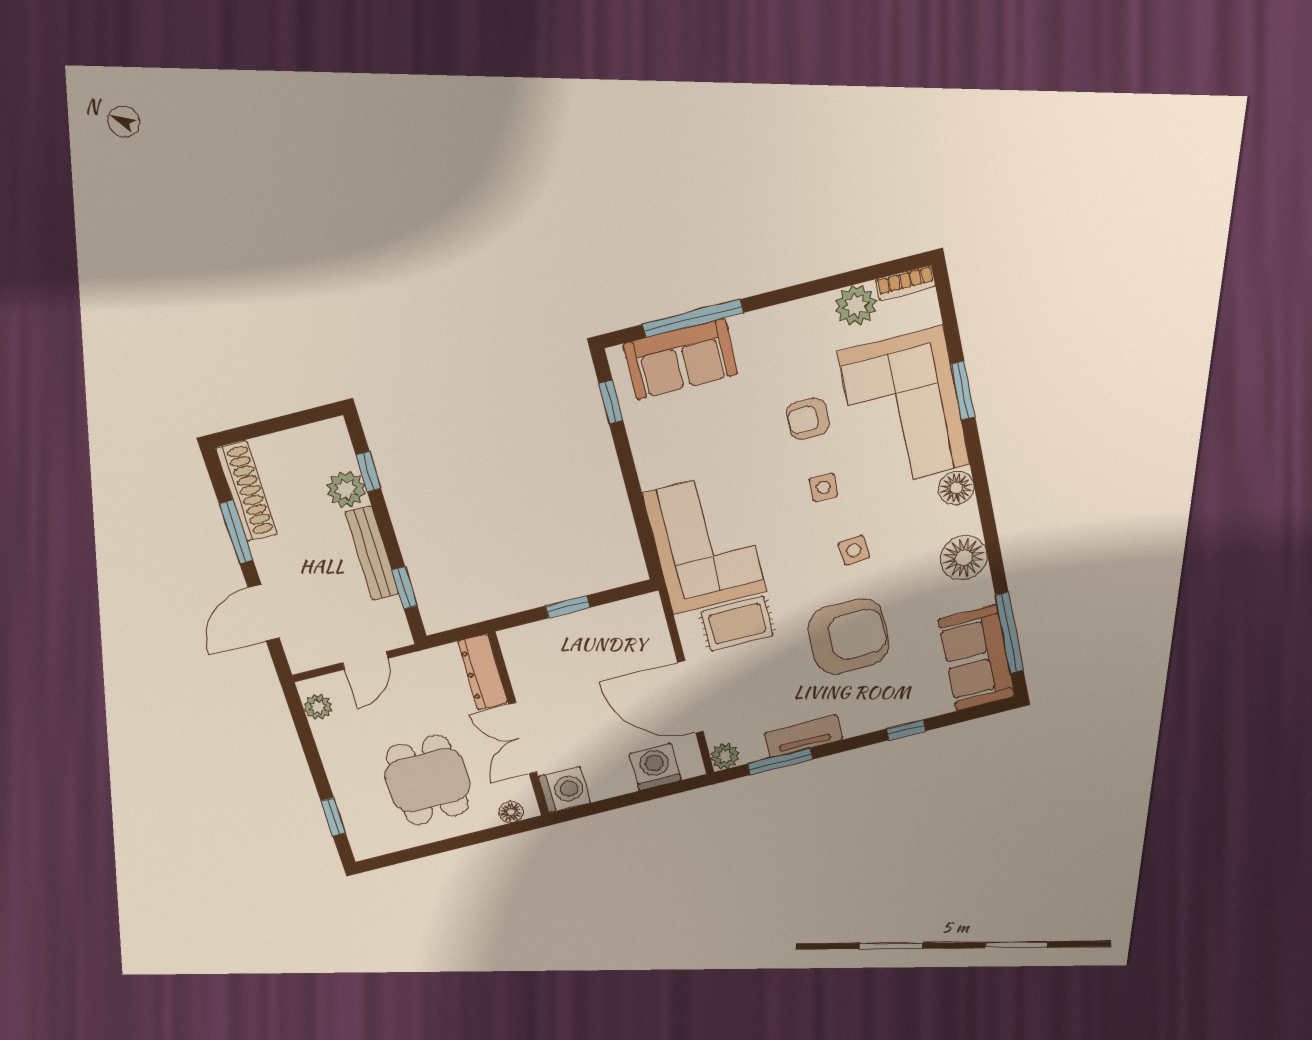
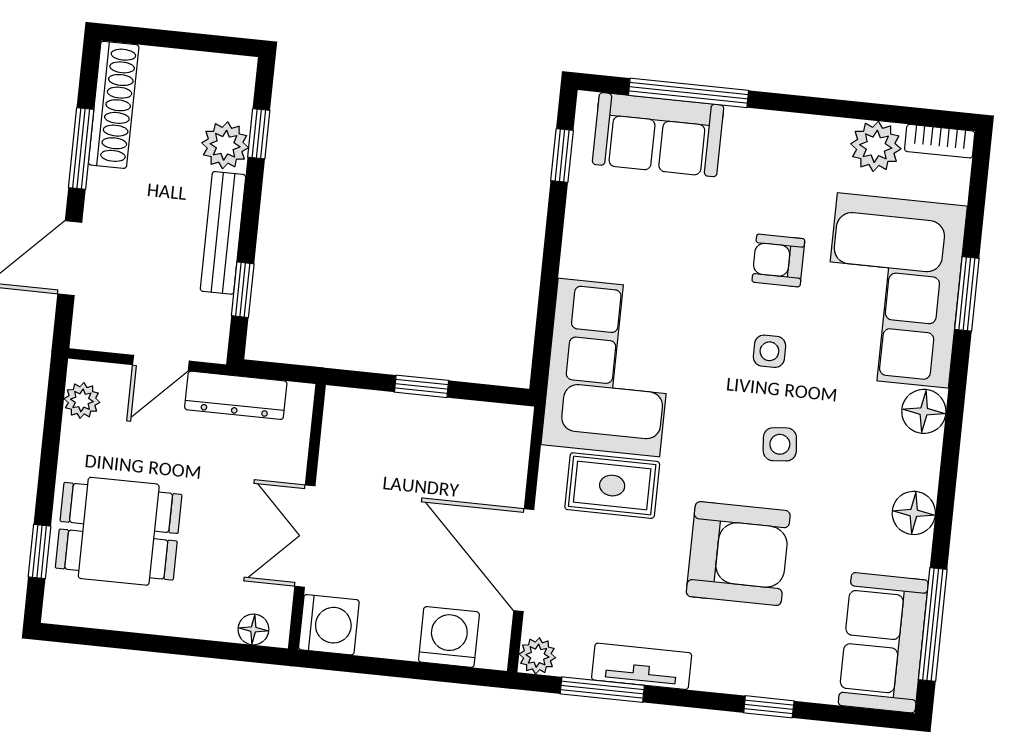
floor lamp: (964, 558) -> (914, 513), width x0.73, depth x0.73
dresser: (483, 672) -> (236, 395), moved, turned -90
dining table: (428, 780) -> (119, 531), moved, turned 90

